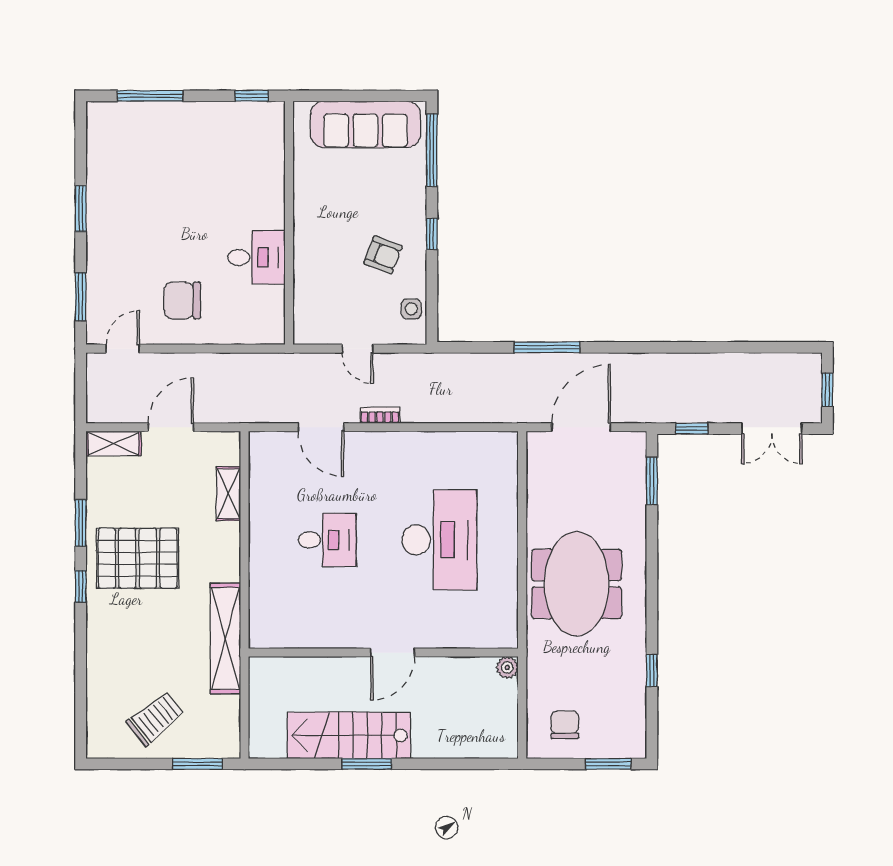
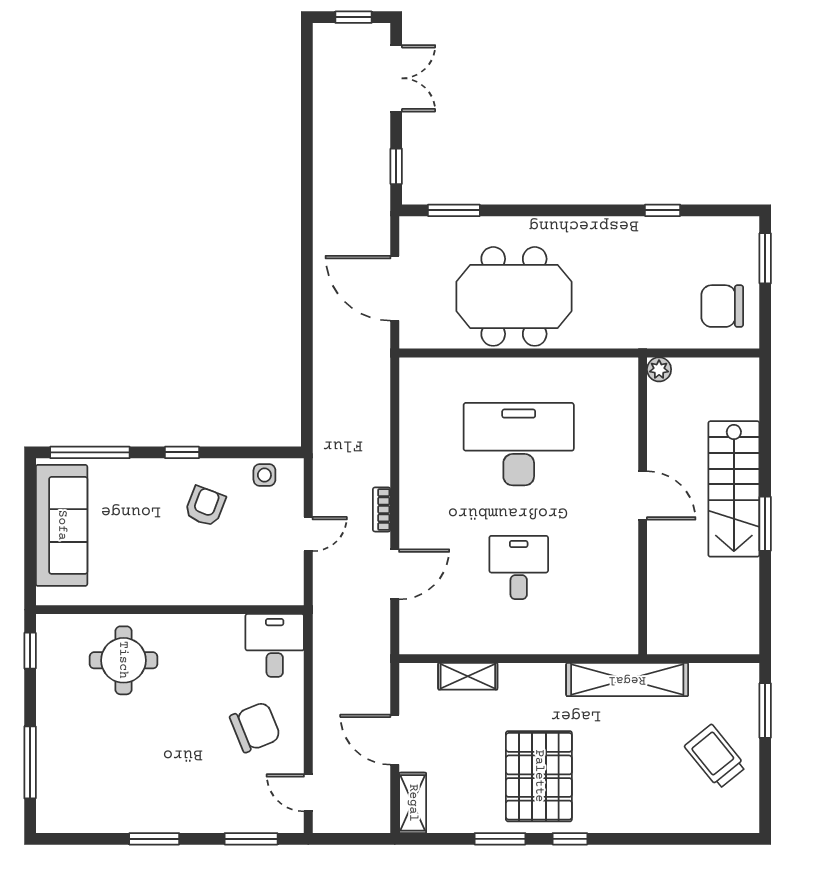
round table: (243, 181) -> (123, 660), added
desk: (256, 257) -> (275, 645), moved
chair: (182, 300) -> (255, 727), turned -112
window: (547, 347) -> (307, 326), removed
meeting table: (577, 584) -> (514, 296), moved
chair: (565, 725) -> (722, 306), width x1.37, depth x1.37
stairs: (349, 735) -> (734, 489), moved

